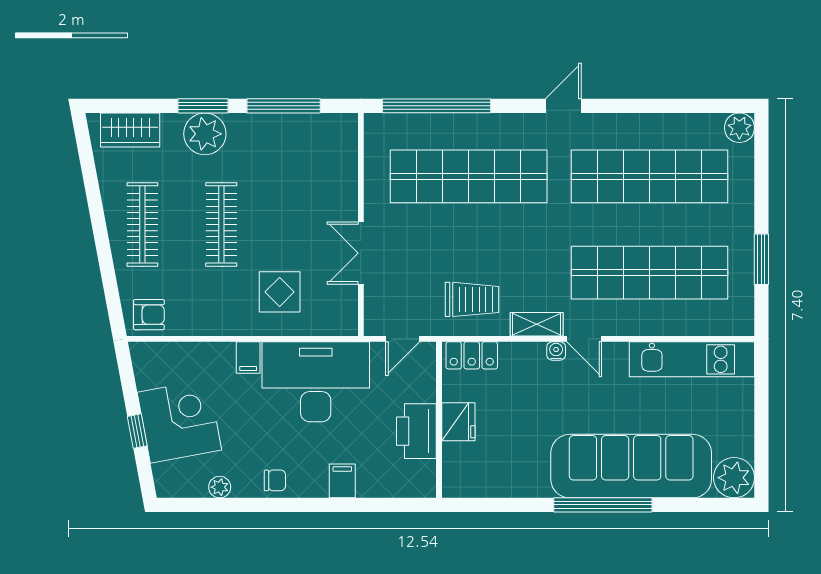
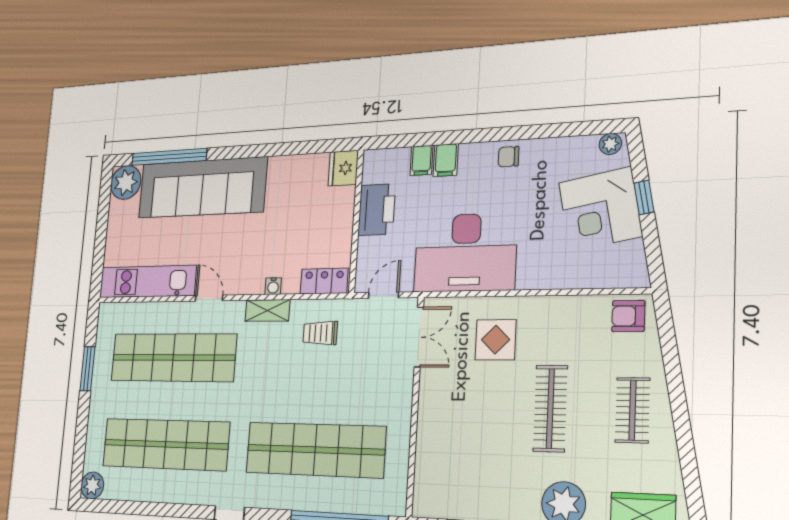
clothes rail: (142, 224) -> (632, 410), width x0.73
double door: (361, 253) -> (419, 337), moved
trolley: (472, 299) -> (320, 333), width x0.73, depth x0.72
door: (584, 339) -> (209, 298), moved
water cooler: (556, 351) -> (273, 286), moved
filing cabinet: (248, 357) -> (421, 160), moved, turned 180
fridge: (458, 422) -> (343, 168), moved
plant: (220, 487) -> (610, 144), moved
window: (603, 505) -> (169, 157), moved

